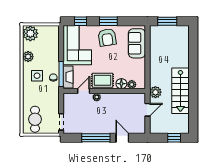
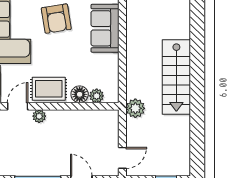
stairs: (180, 91) -> (176, 77), moved
door: (147, 110) -> (122, 158), moved

